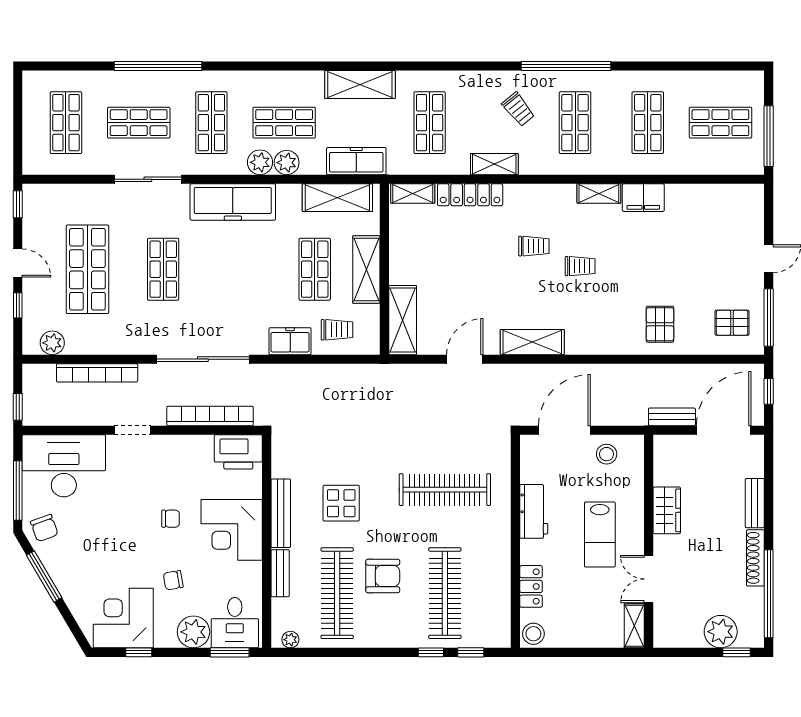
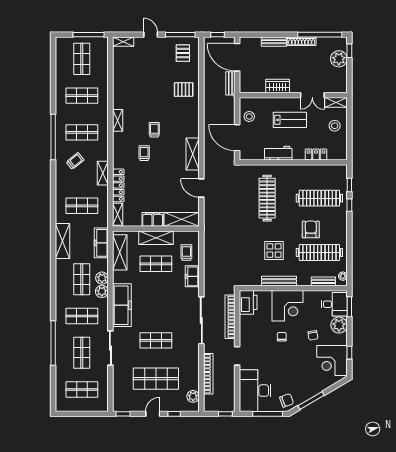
filing cabinet: (643, 198) -> (153, 219), moved, turned -90
shelving: (755, 204) -> (123, 42), added
bench: (280, 573) -> (323, 281), moved
stool: (533, 634) -> (335, 126), moved

